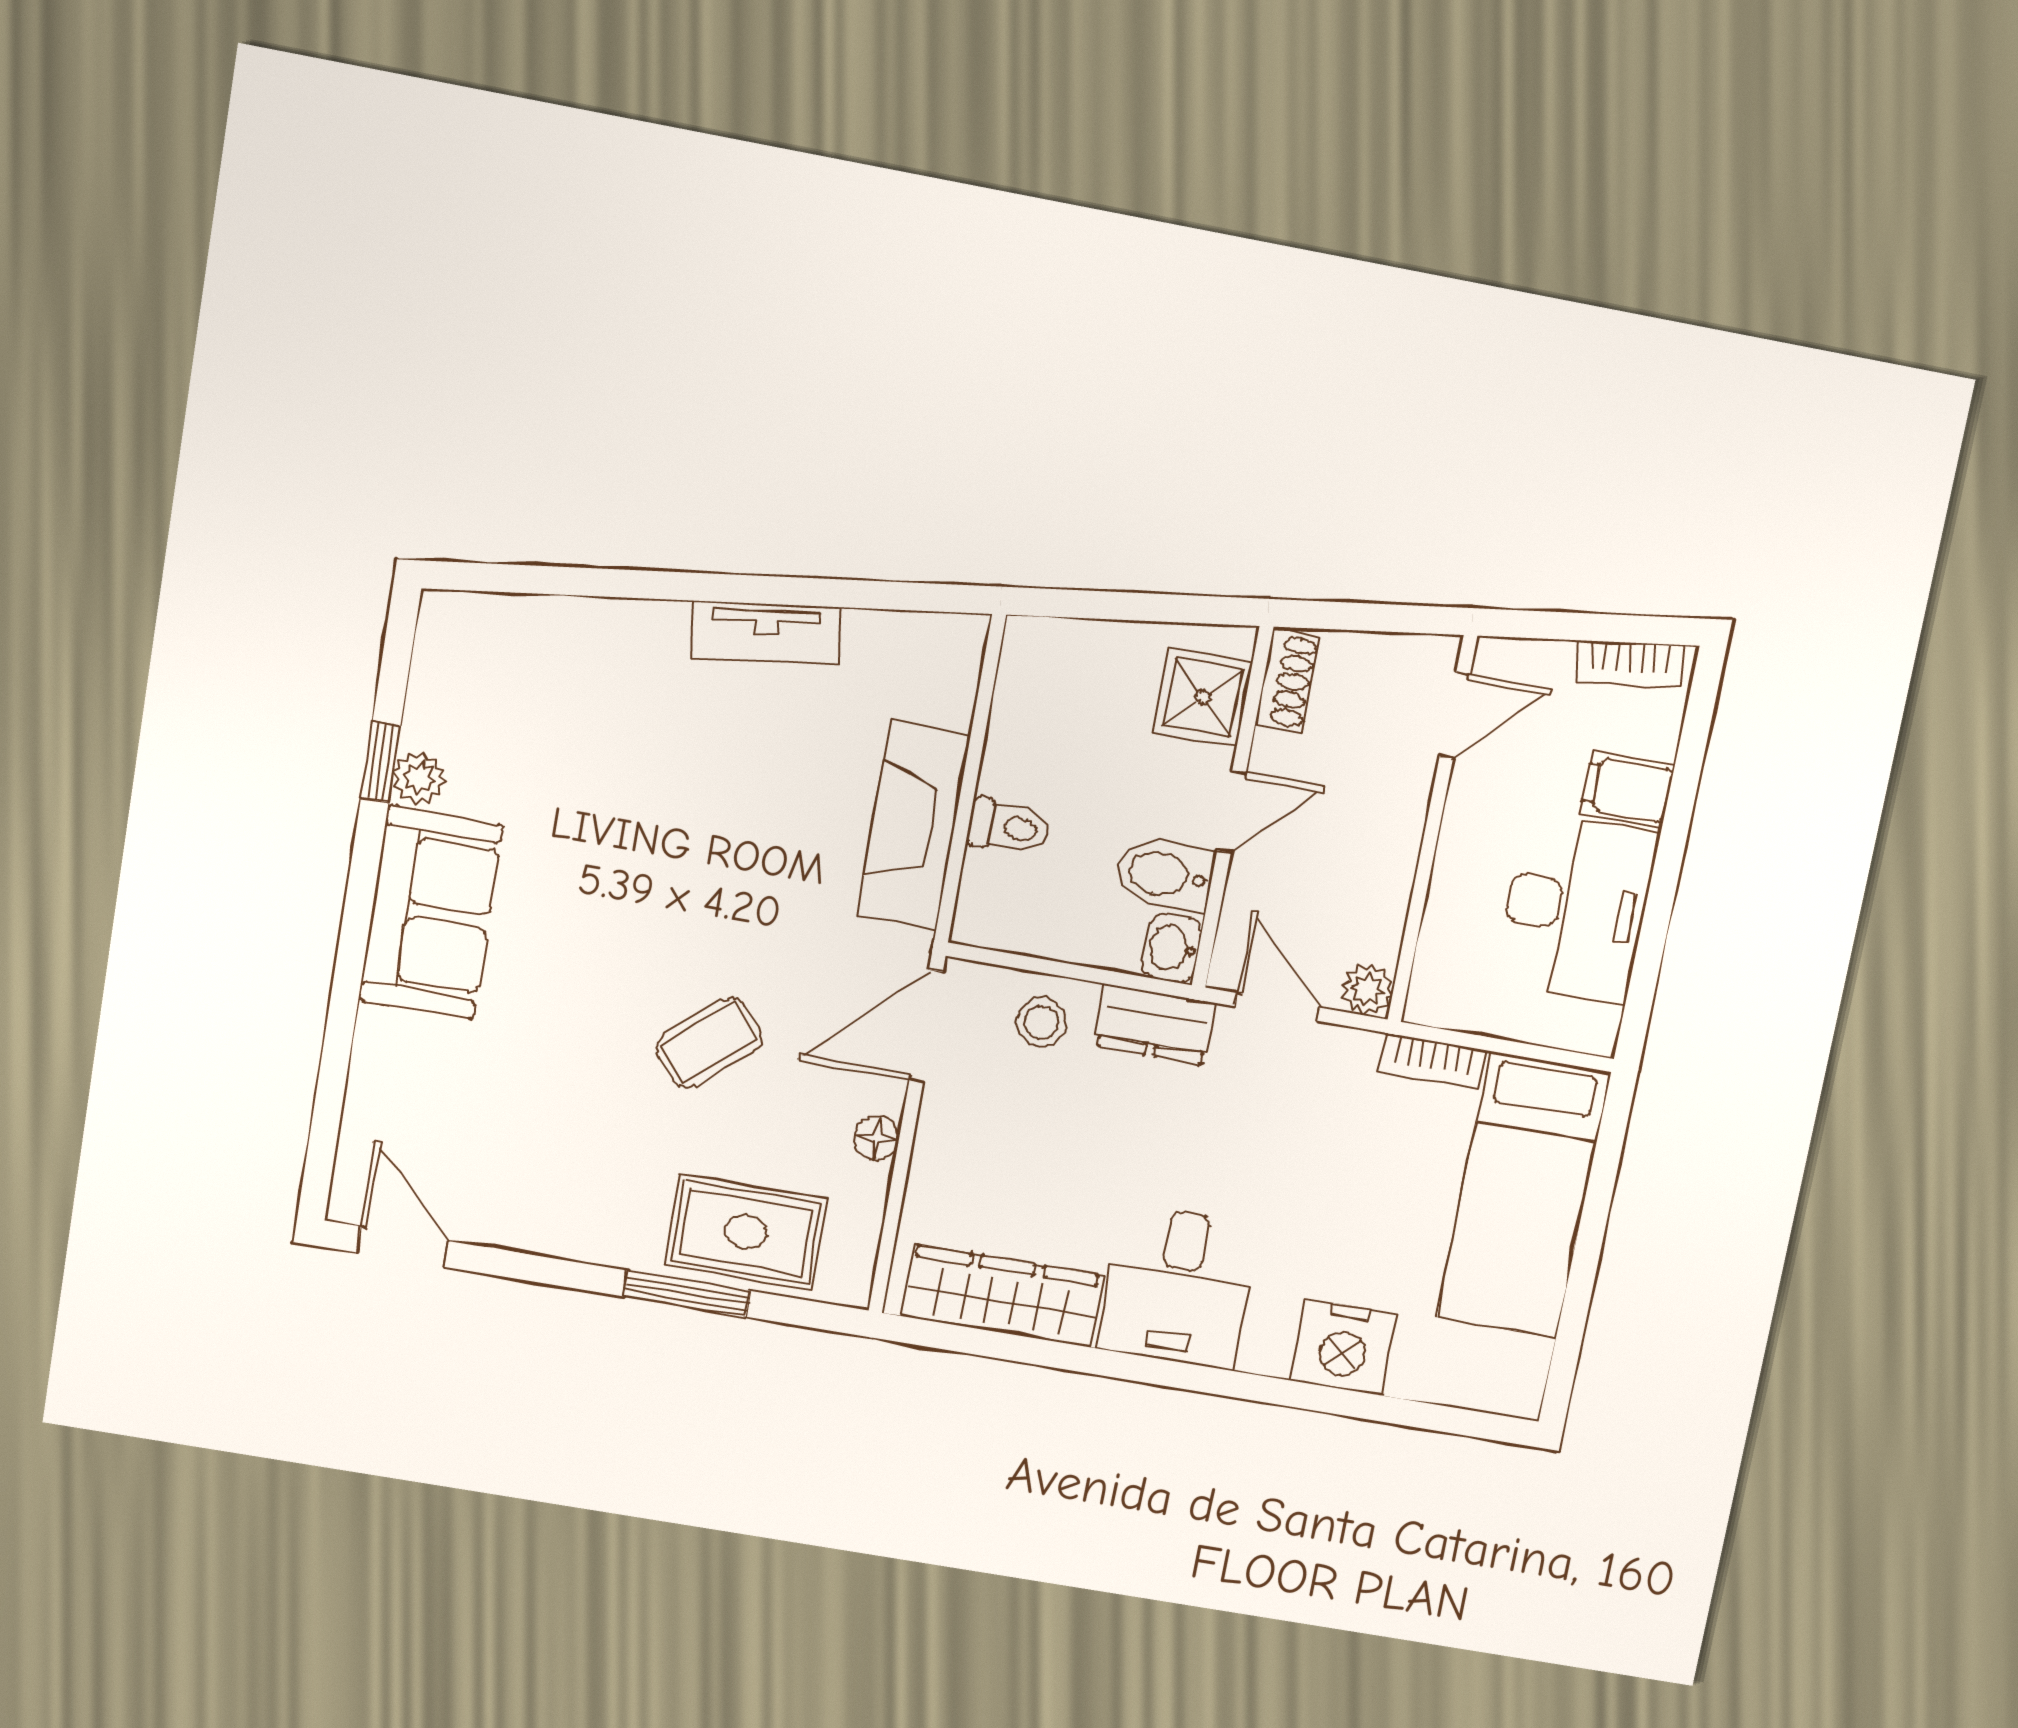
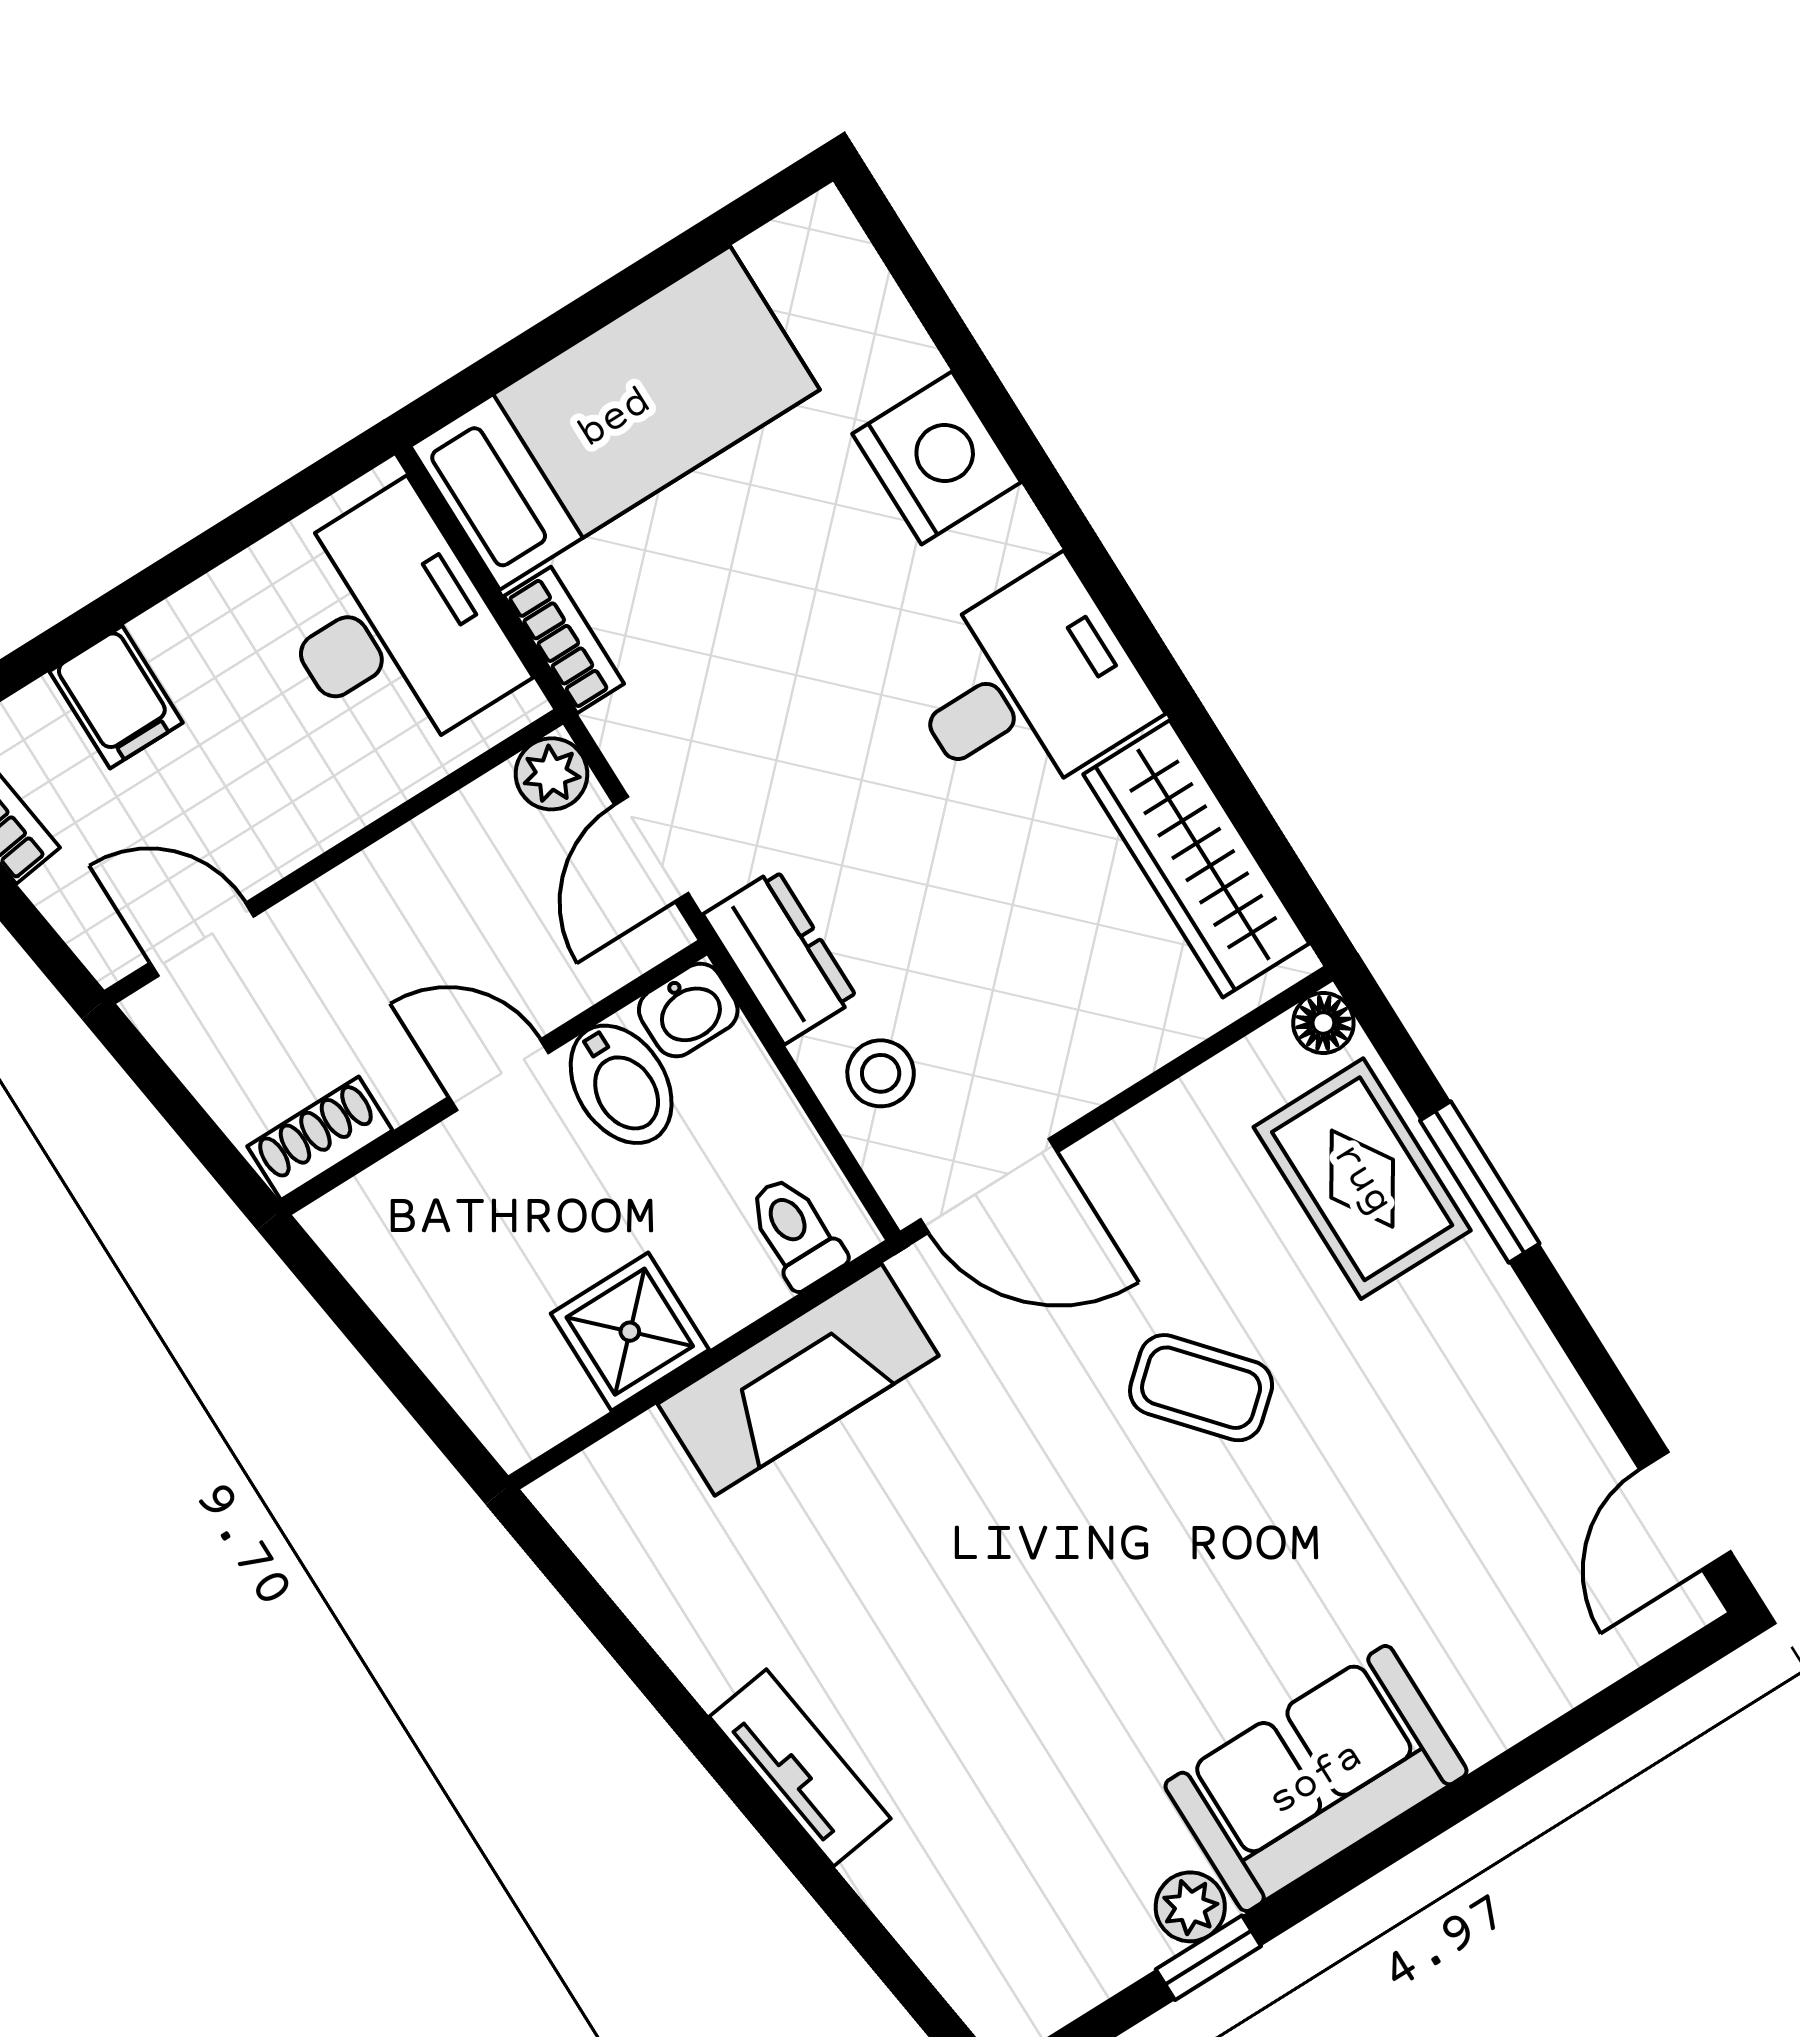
tv unit: (766, 632) -> (800, 1768), moved
shower: (1203, 697) -> (630, 1332), moved
toilet: (1009, 827) -> (796, 1232), moved
desk: (1576, 908) -> (391, 626), moved, turned 90
floor lamp: (877, 1138) -> (1323, 1023), moved

